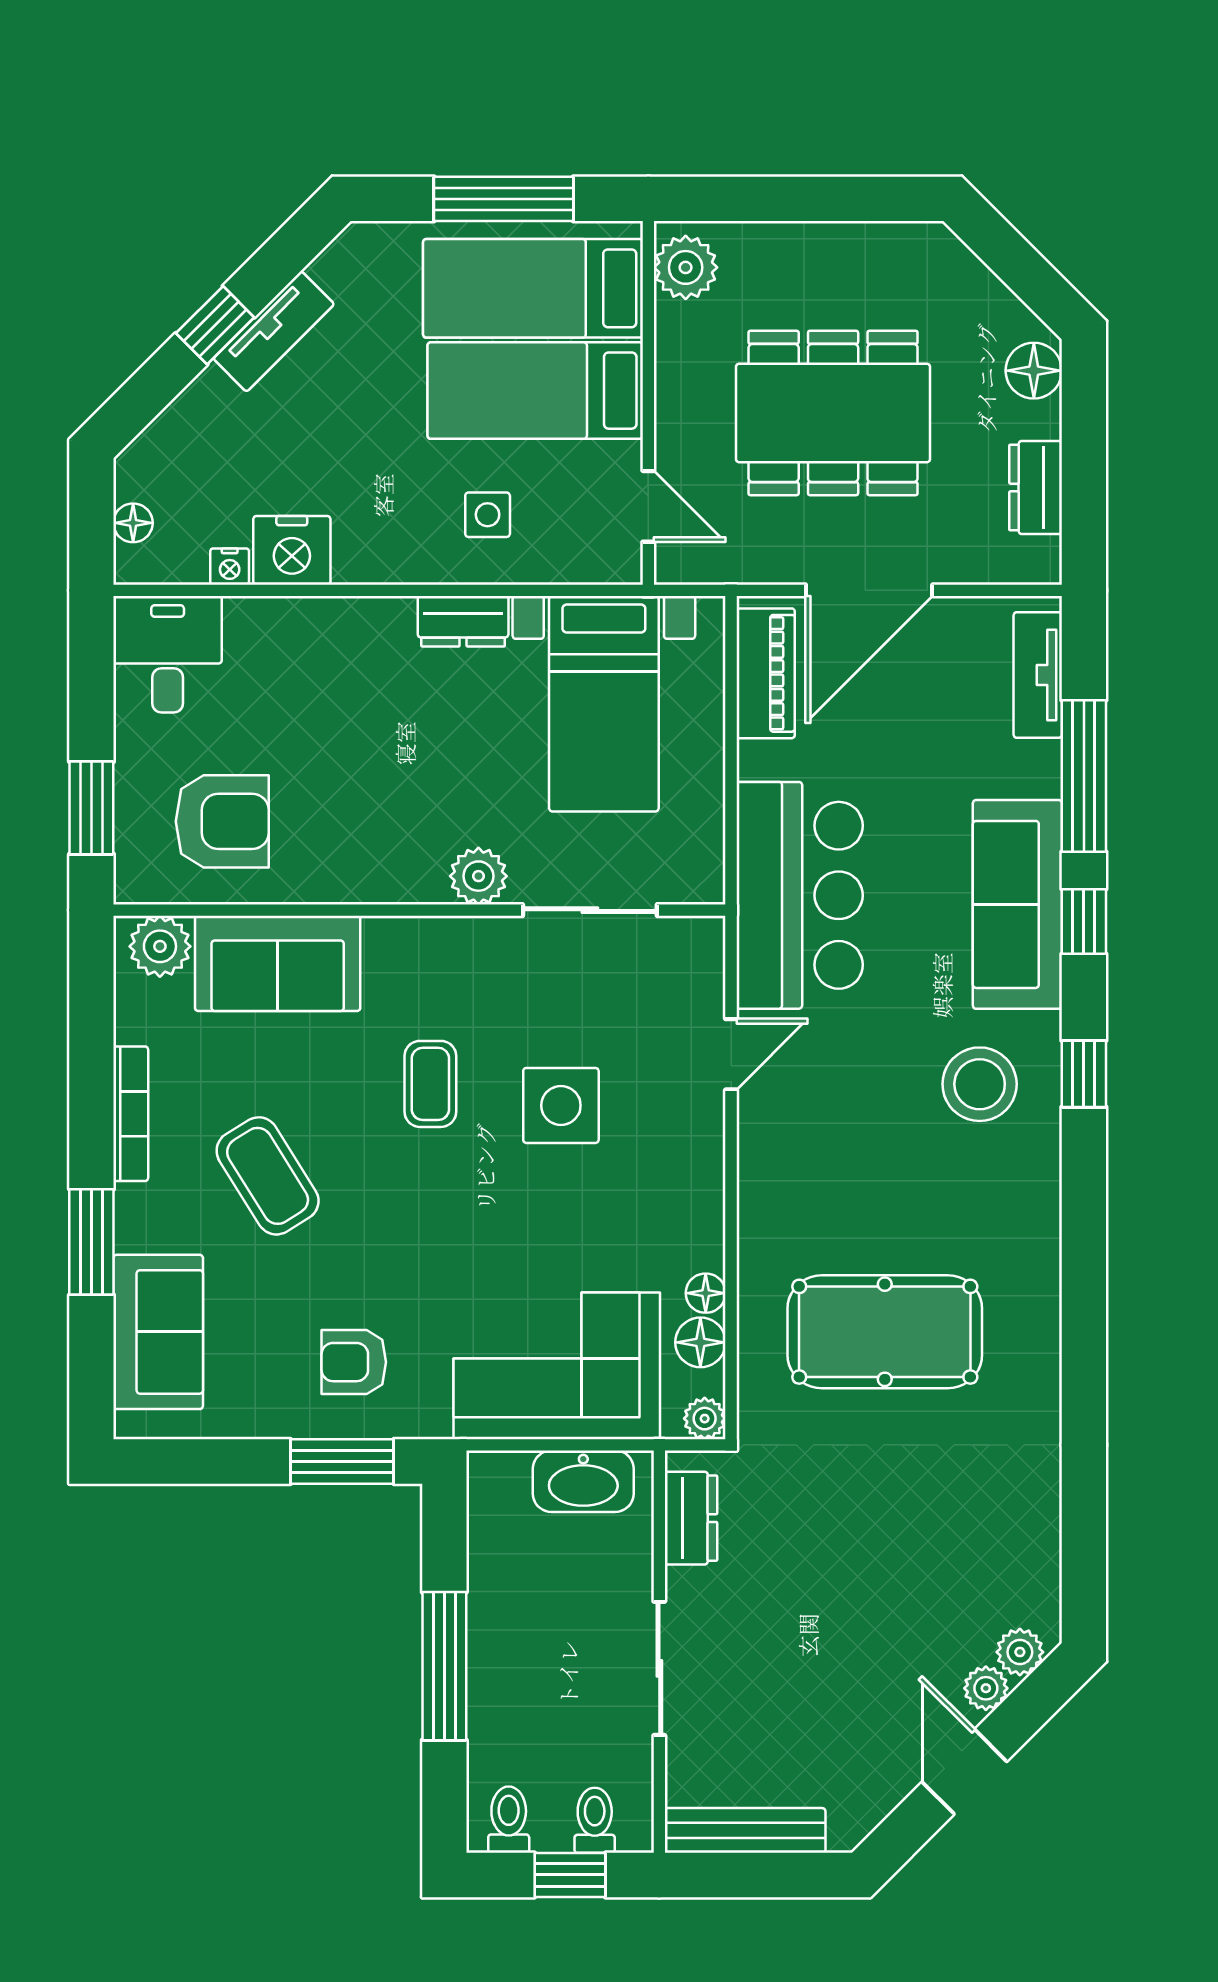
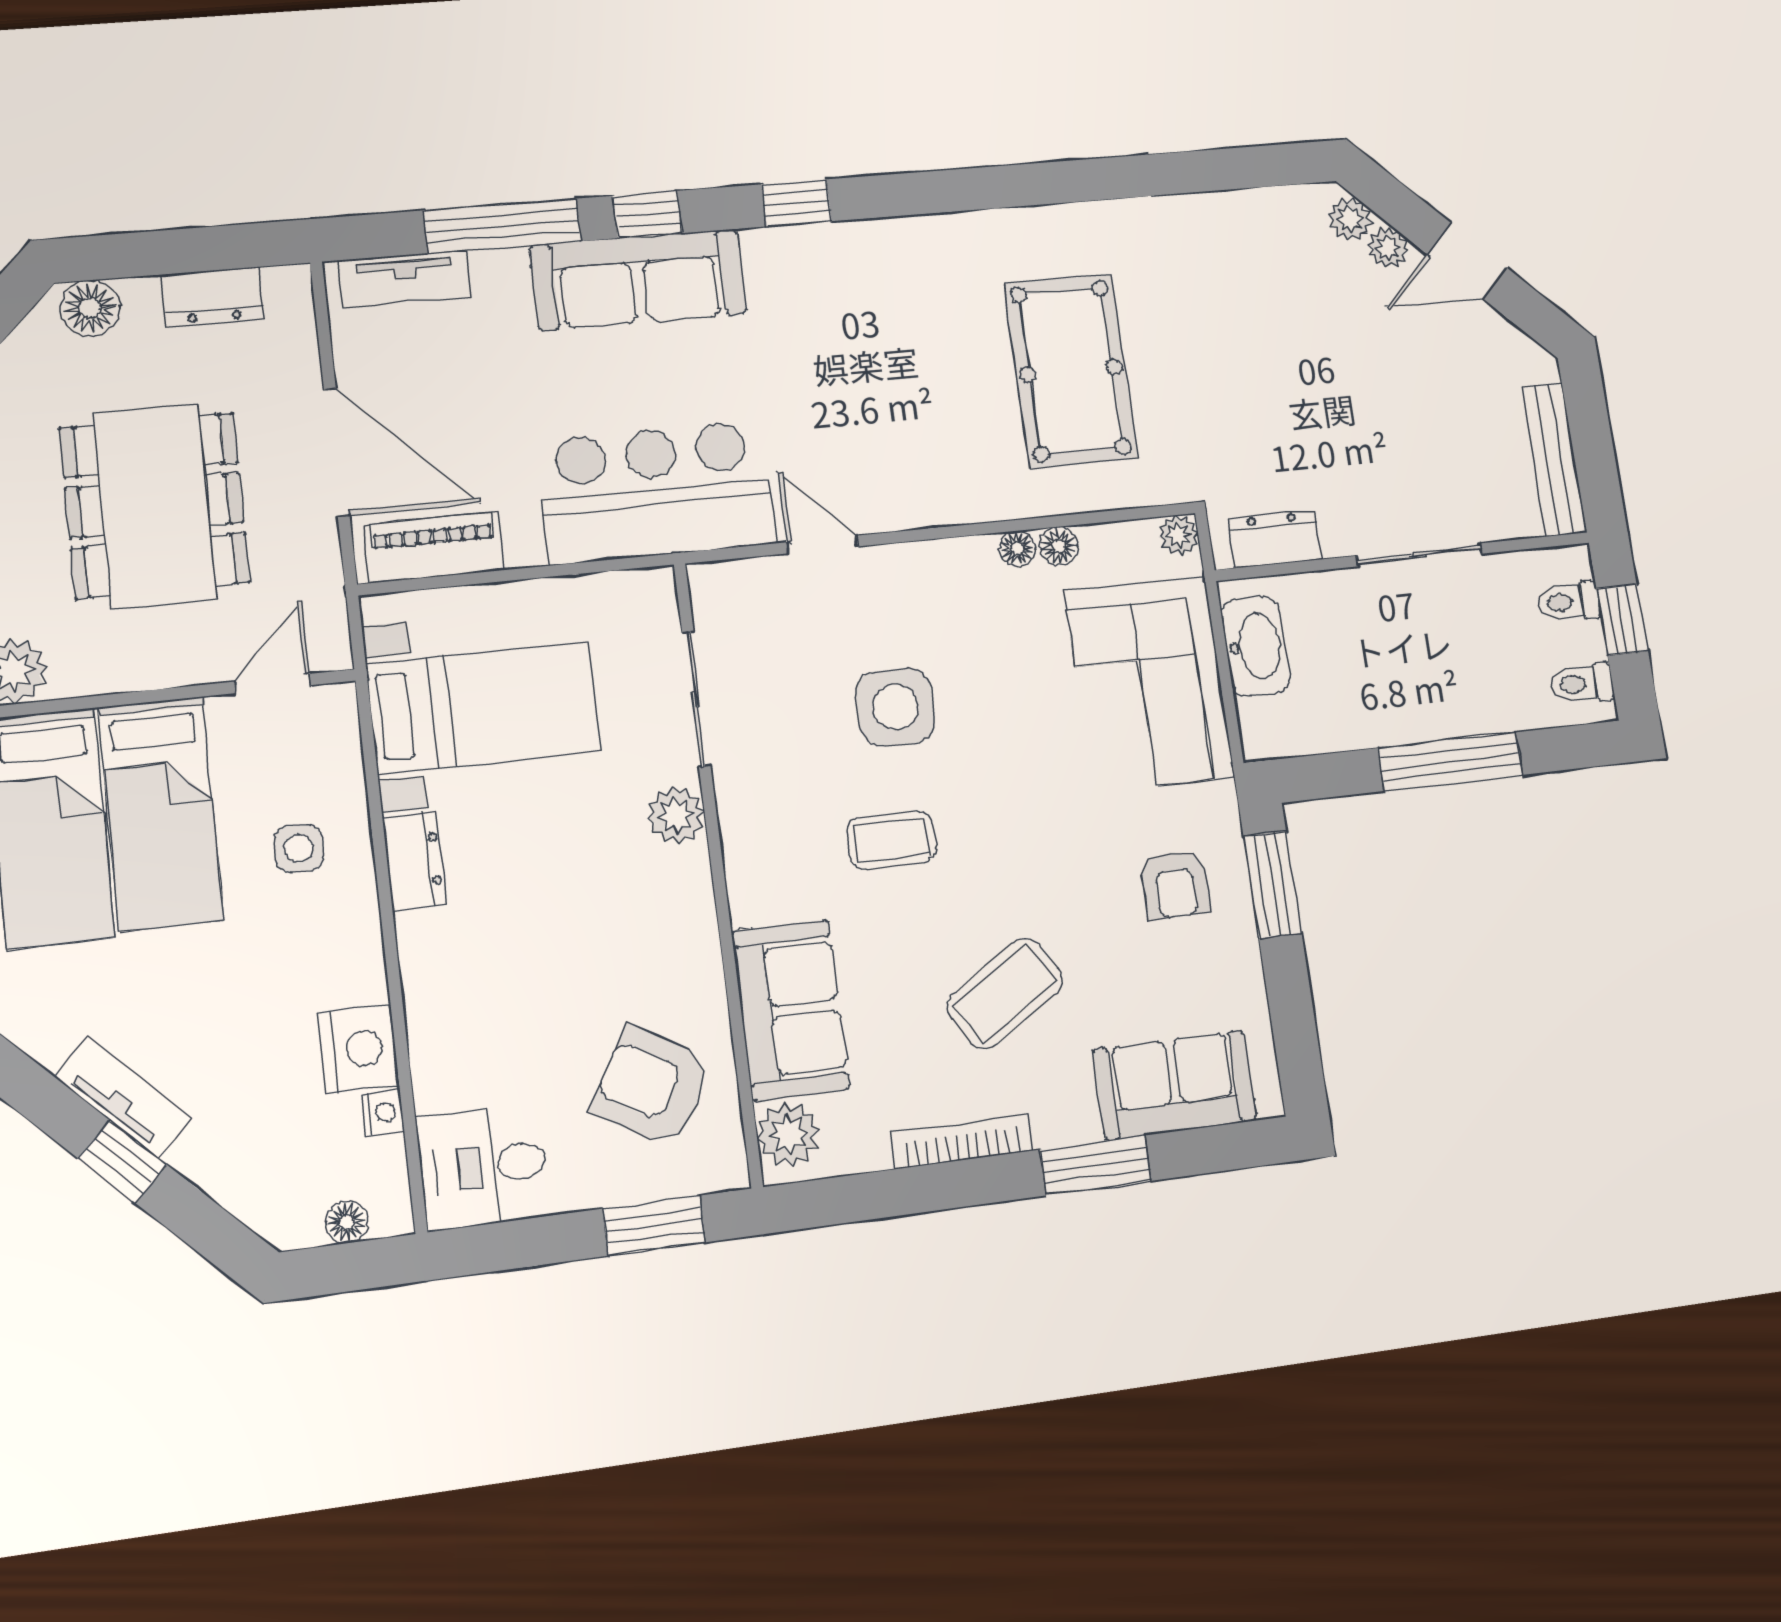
armchair: (222, 821) -> (652, 1086), turned -60
stool: (980, 1084) -> (820, 301), removed
floor lamp: (700, 1342) -> (1017, 549), moved, width x0.73, depth x0.73

